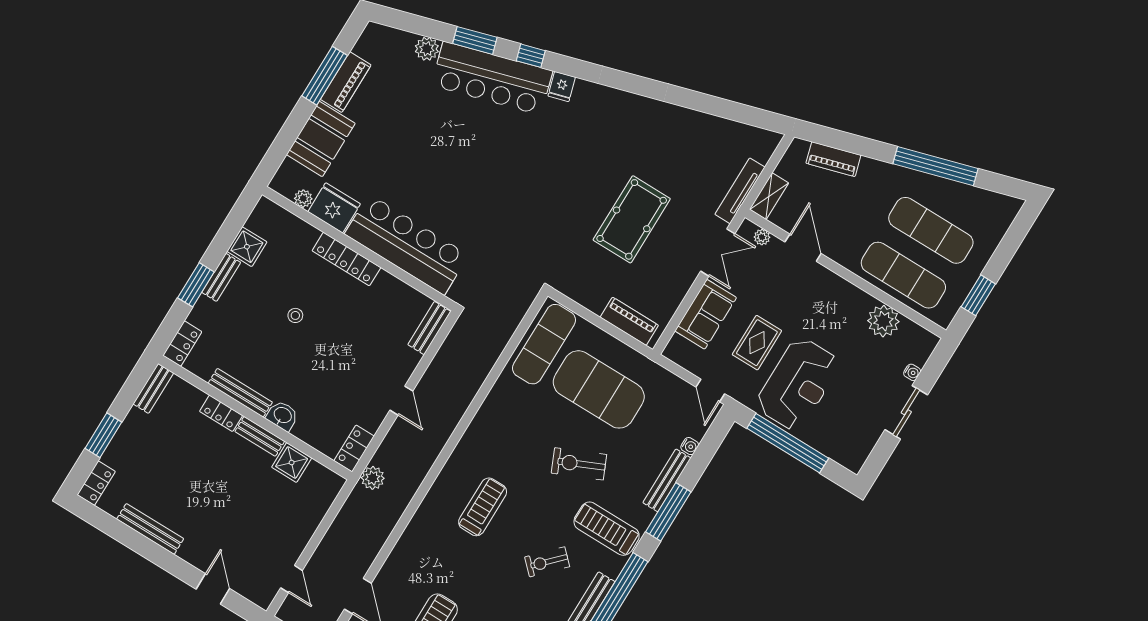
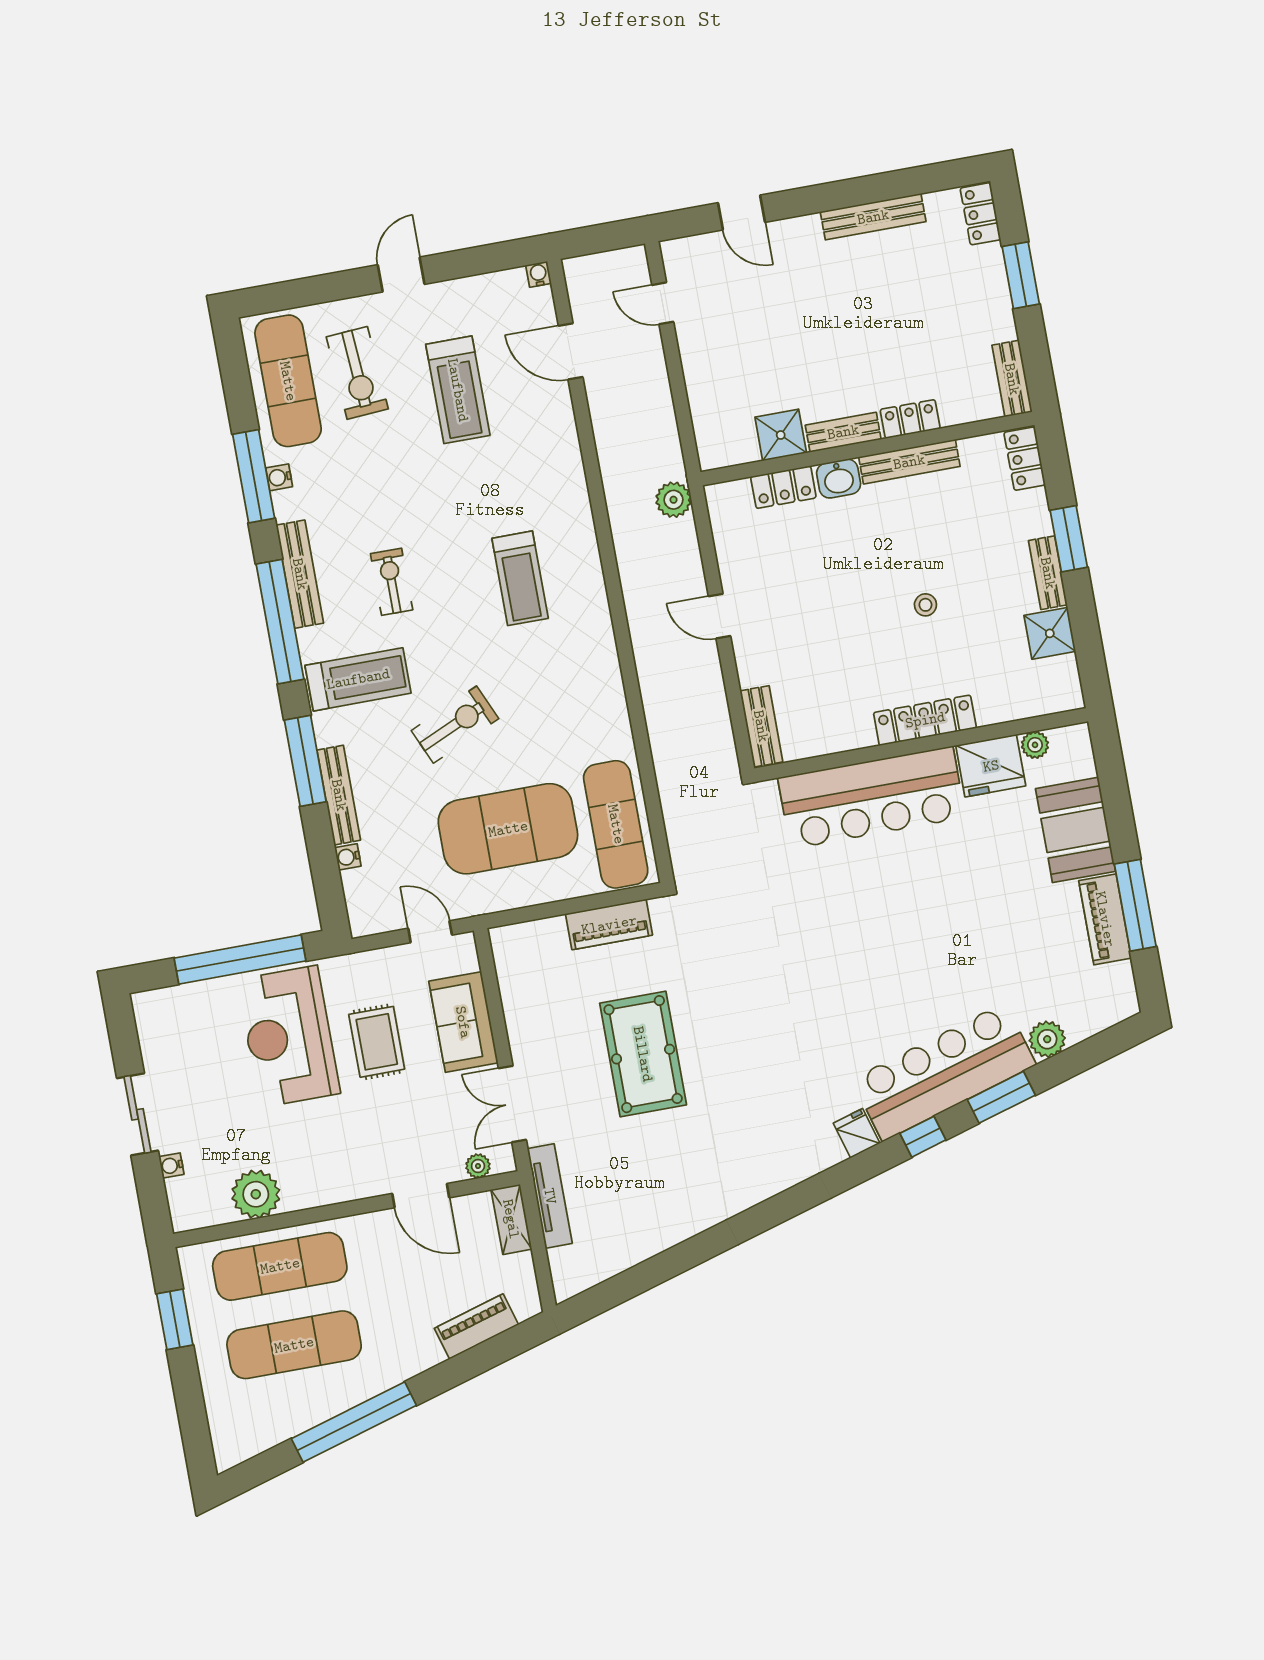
piano: (629, 321) -> (609, 925), moved
door: (710, 390) -> (430, 932), moved
locker: (354, 448) -> (783, 487), moved, turned 90
exercise bike: (547, 562) -> (392, 582), turned -44

